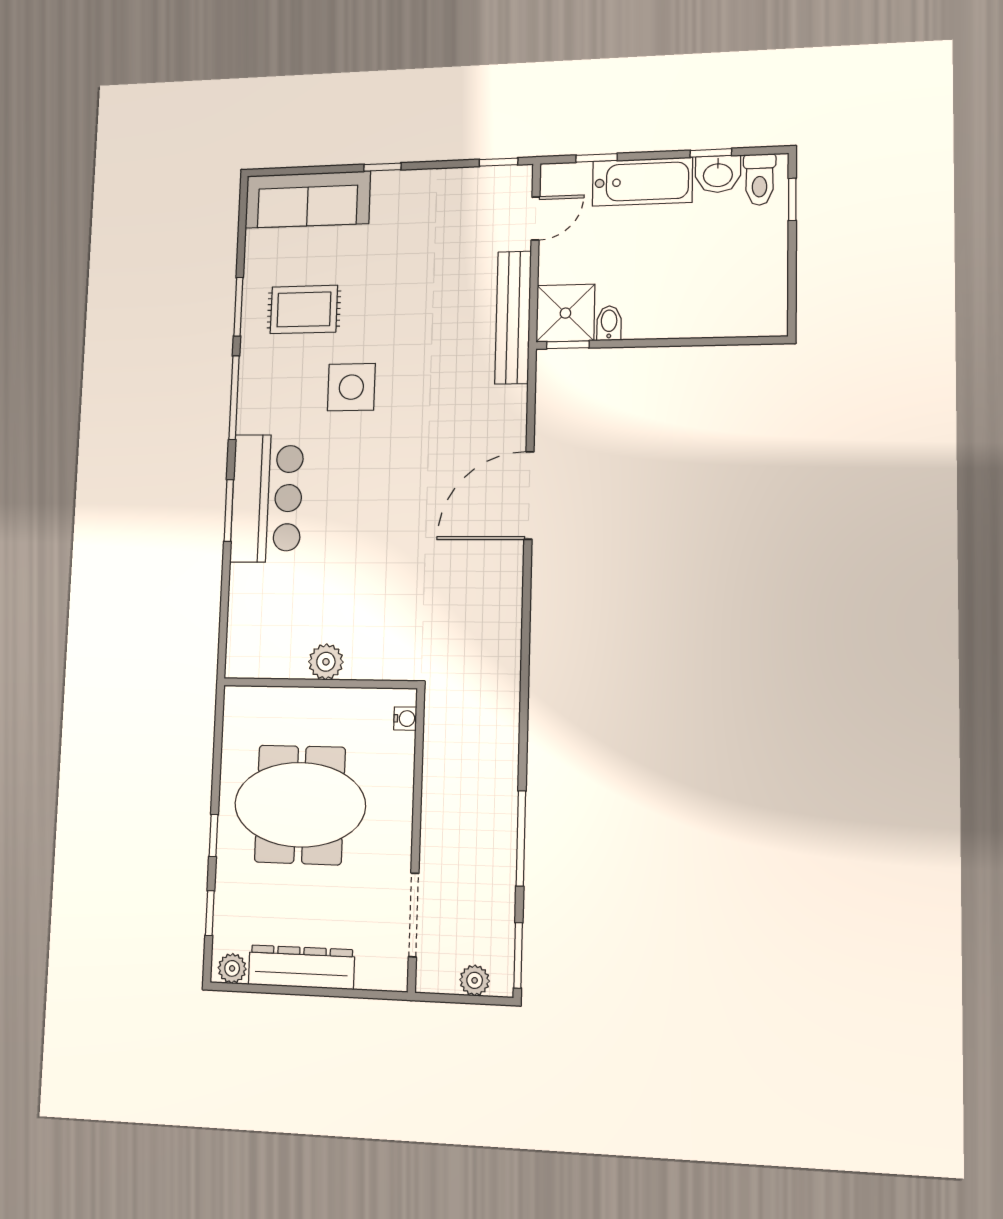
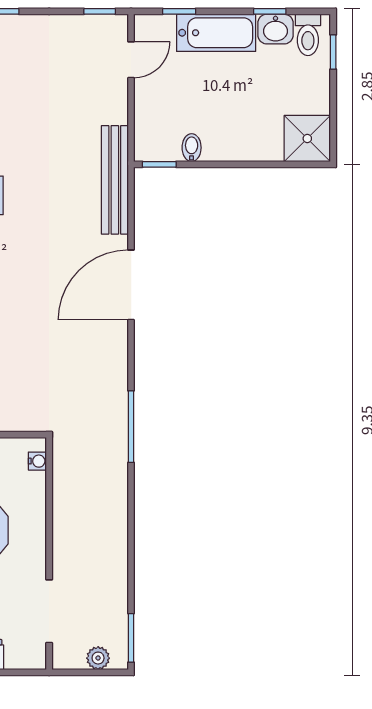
shower: (565, 313) -> (307, 139), moved
bench: (513, 317) -> (115, 180), moved
window: (521, 838) -> (131, 427), moved

